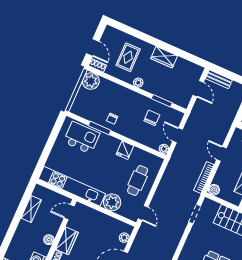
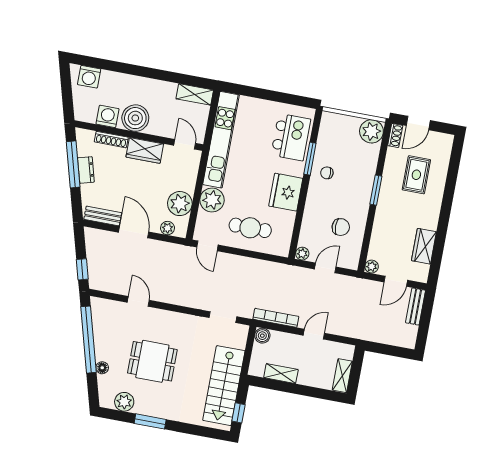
rug: (128, 57) -> (416, 175), turned 90
wardrobe: (164, 57) -> (424, 246), moved
plant: (138, 83) -> (372, 267), moved
window: (162, 101) -> (376, 190), moved
fridge: (125, 150) -> (286, 192), width x1.88, depth x1.34
shelving: (31, 209) -> (195, 94), moved
door: (143, 213) -> (207, 246), hinge flipped
plant: (109, 225) -> (180, 204), added
boiler: (49, 240) -> (135, 118), width x1.86, depth x1.86

